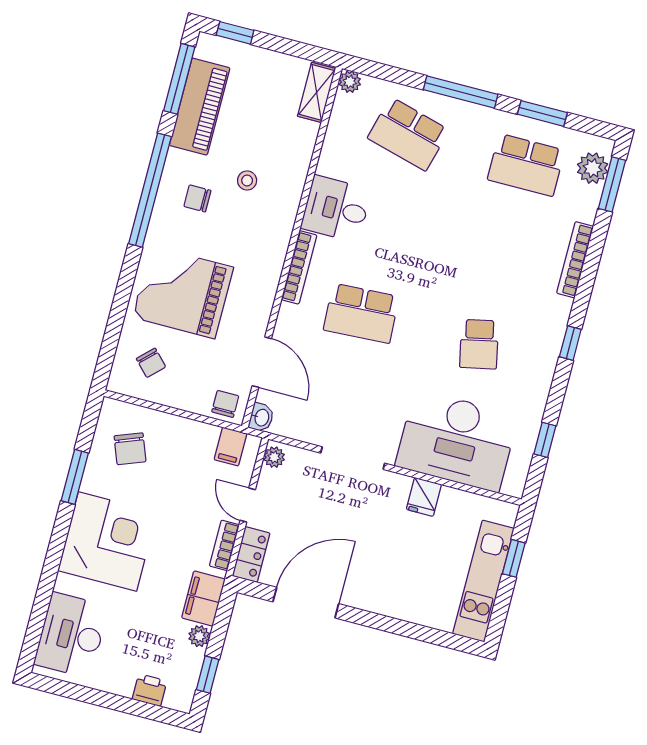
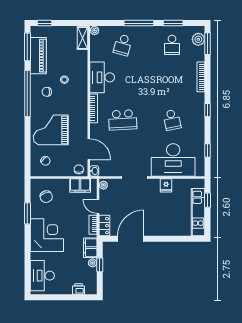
school desk: (408, 134) -> (123, 45), width x0.54
school desk: (526, 165) -> (172, 45), width x0.54
desk: (336, 209) -> (102, 77), width x1.37
filing cabinet: (230, 447) -> (80, 185), width x2.00
window: (208, 675) -> (100, 265), moved

